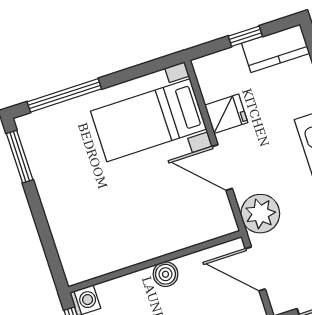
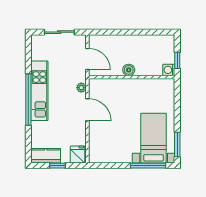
fridge: (226, 114) -> (78, 154), moved, turned 90
bed with nightstands: (148, 120) -> (154, 138), moved, turned -90
plant: (260, 214) -> (81, 88), width x0.53, depth x0.53

